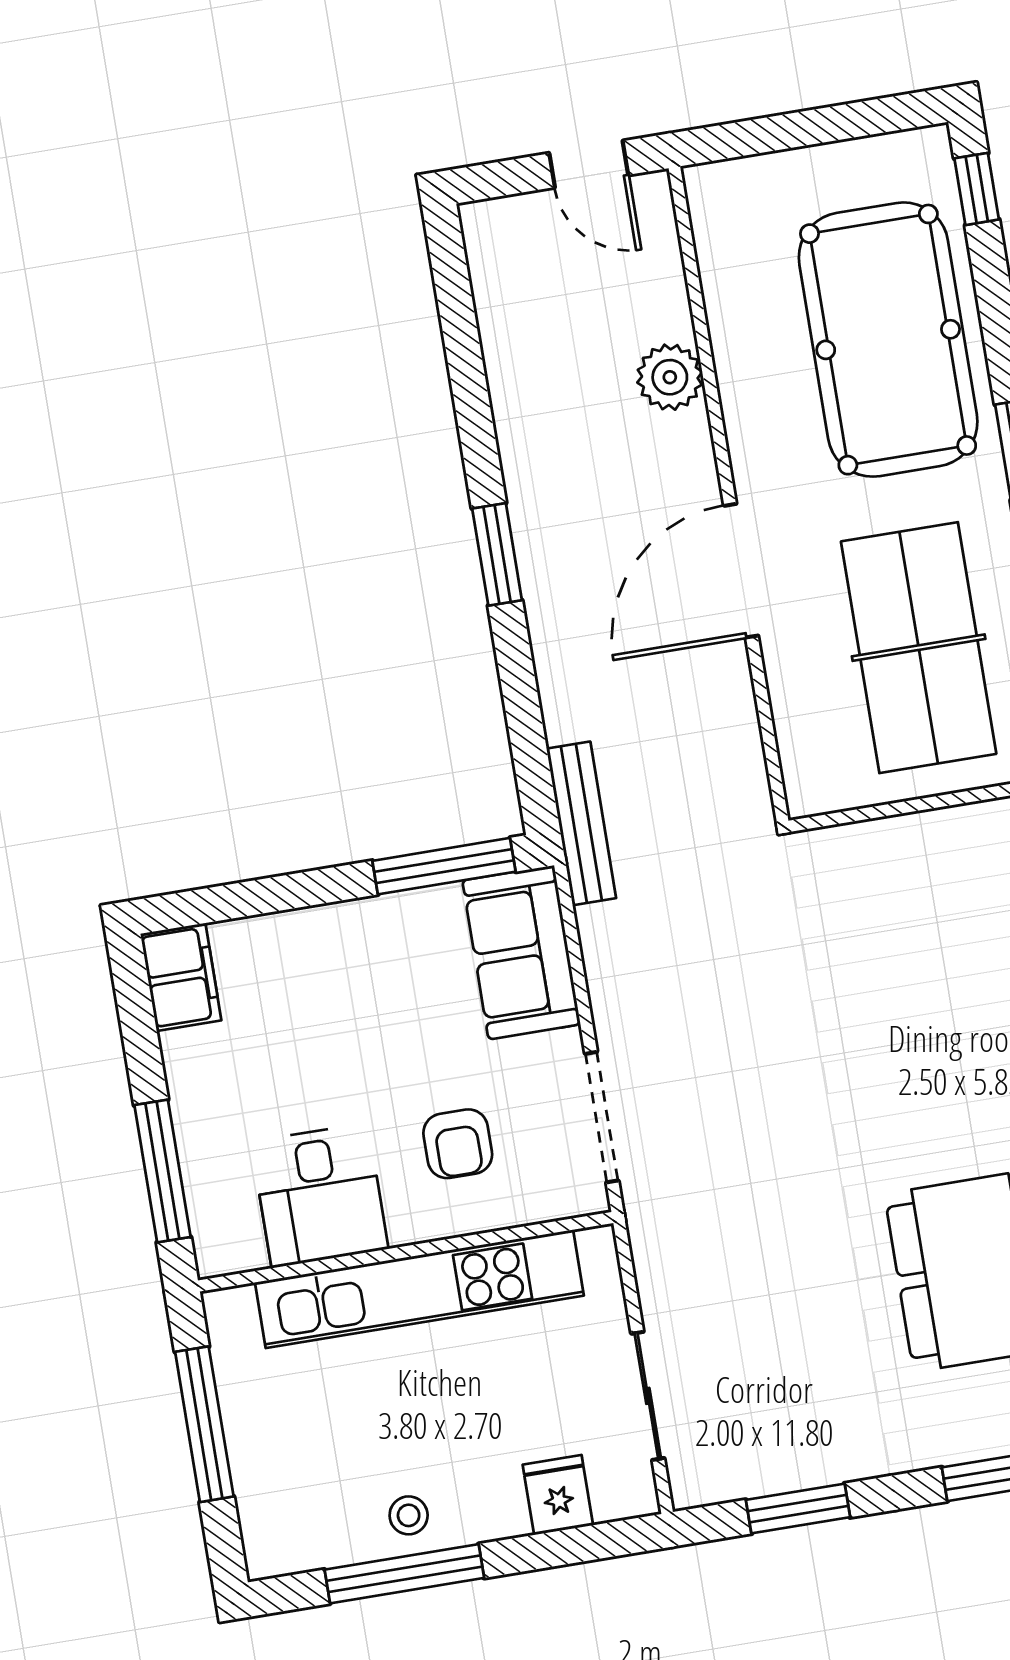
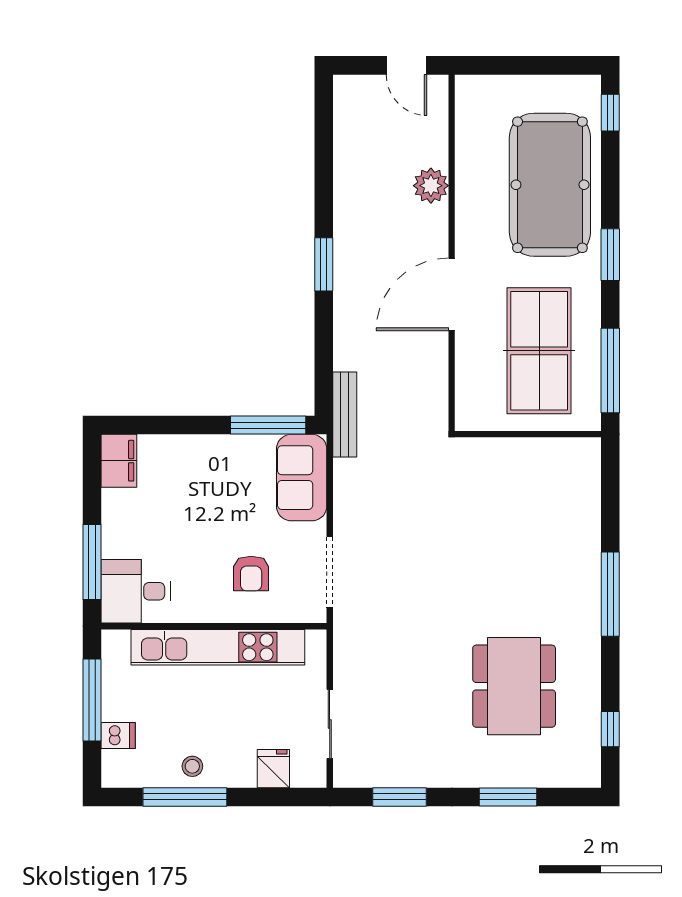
desk: (320, 1195) -> (136, 591), moved, turned 90
dishwasher: (263, 1481) -> (118, 735), added

